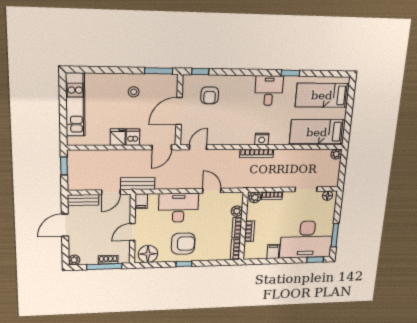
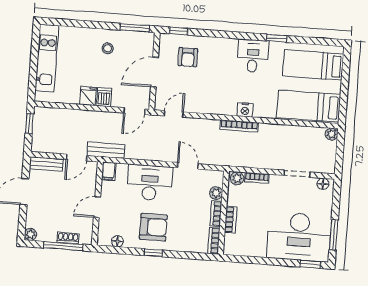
filing cabinet: (273, 251) -> (259, 248), removed
floor lamp: (148, 254) -> (117, 241), width x0.53, depth x0.53

